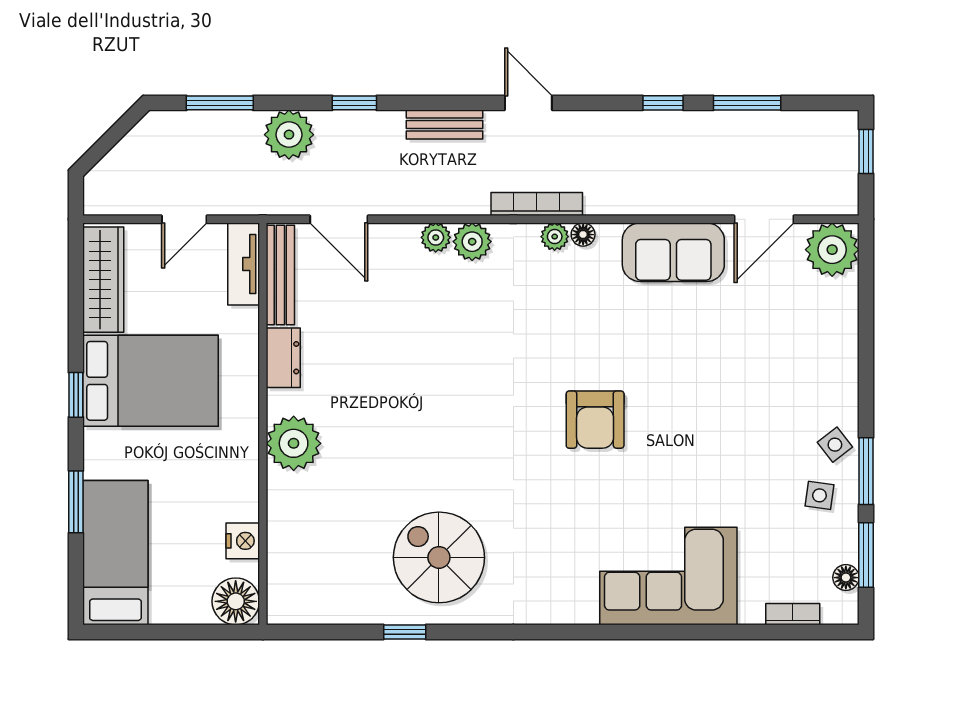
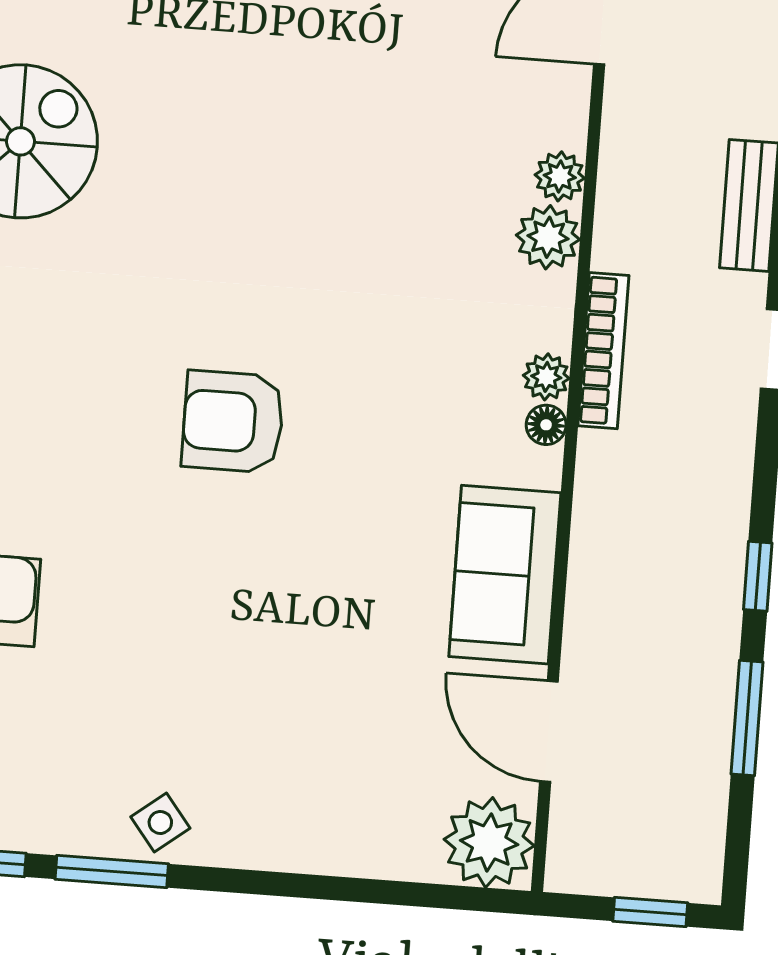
side table: (819, 495) -> (77, 790), removed

